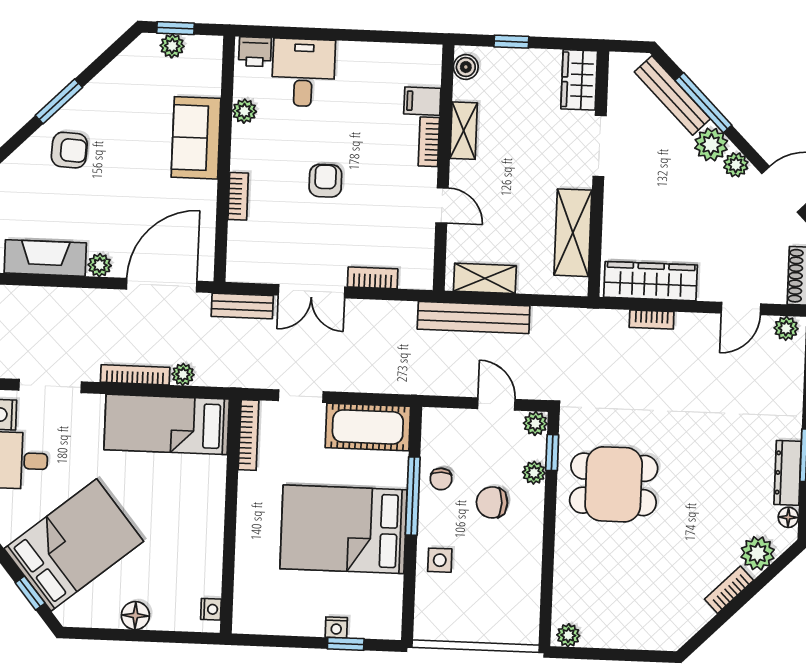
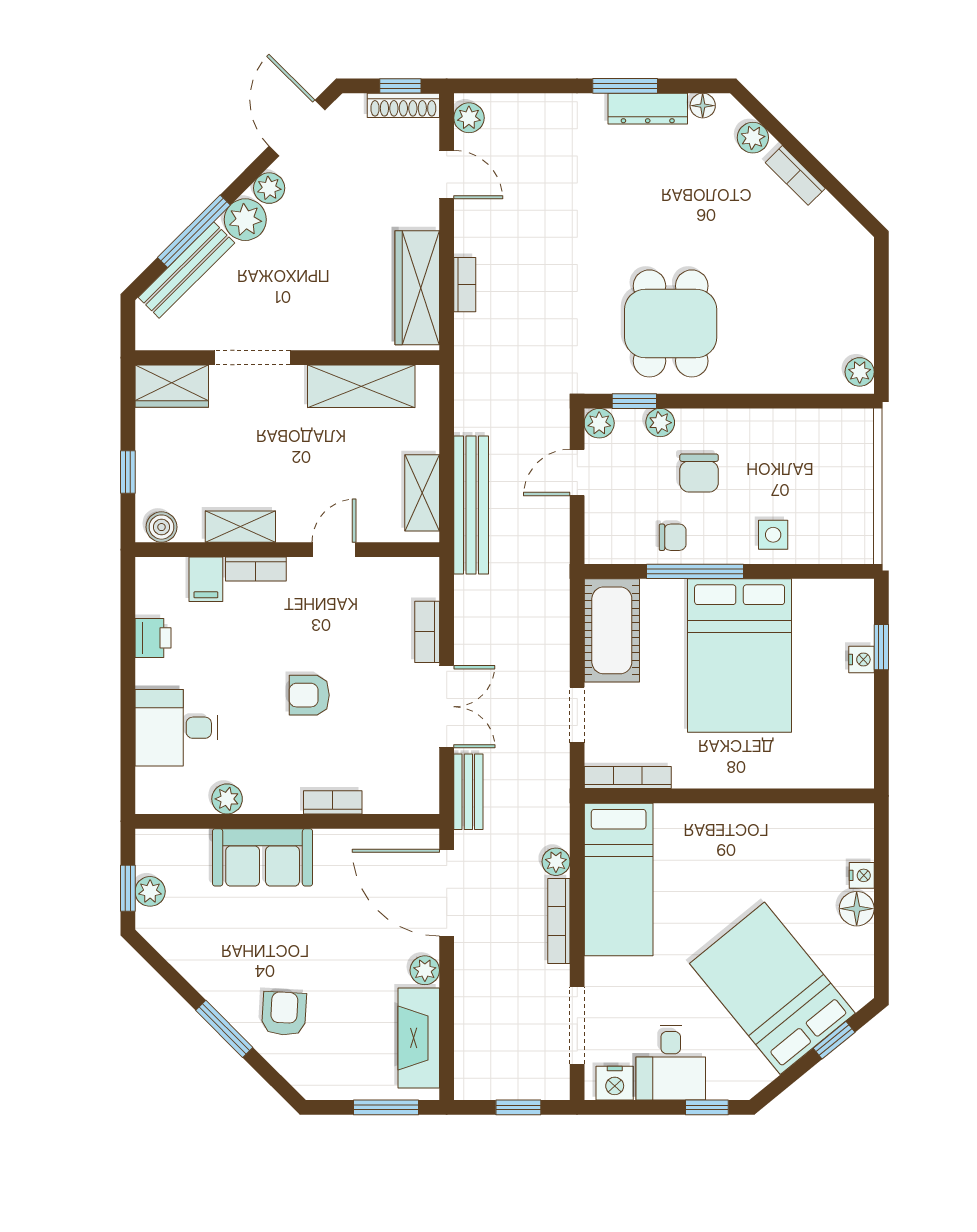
printer: (255, 52) -> (153, 638), moved
plant: (758, 553) -> (753, 138), width x0.73, depth x0.73
nightstand: (211, 609) -> (862, 875), moved, turned 90

